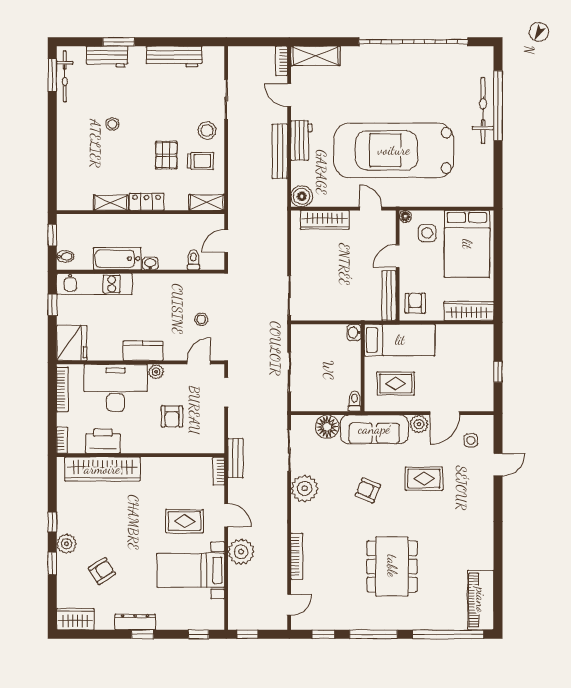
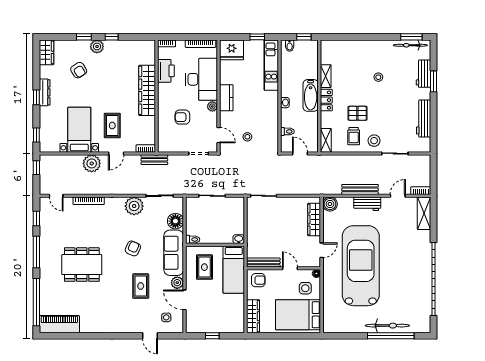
bathtub: (117, 259) -> (311, 95), moved, turned 180
wardrobe: (102, 469) -> (147, 90), moved

